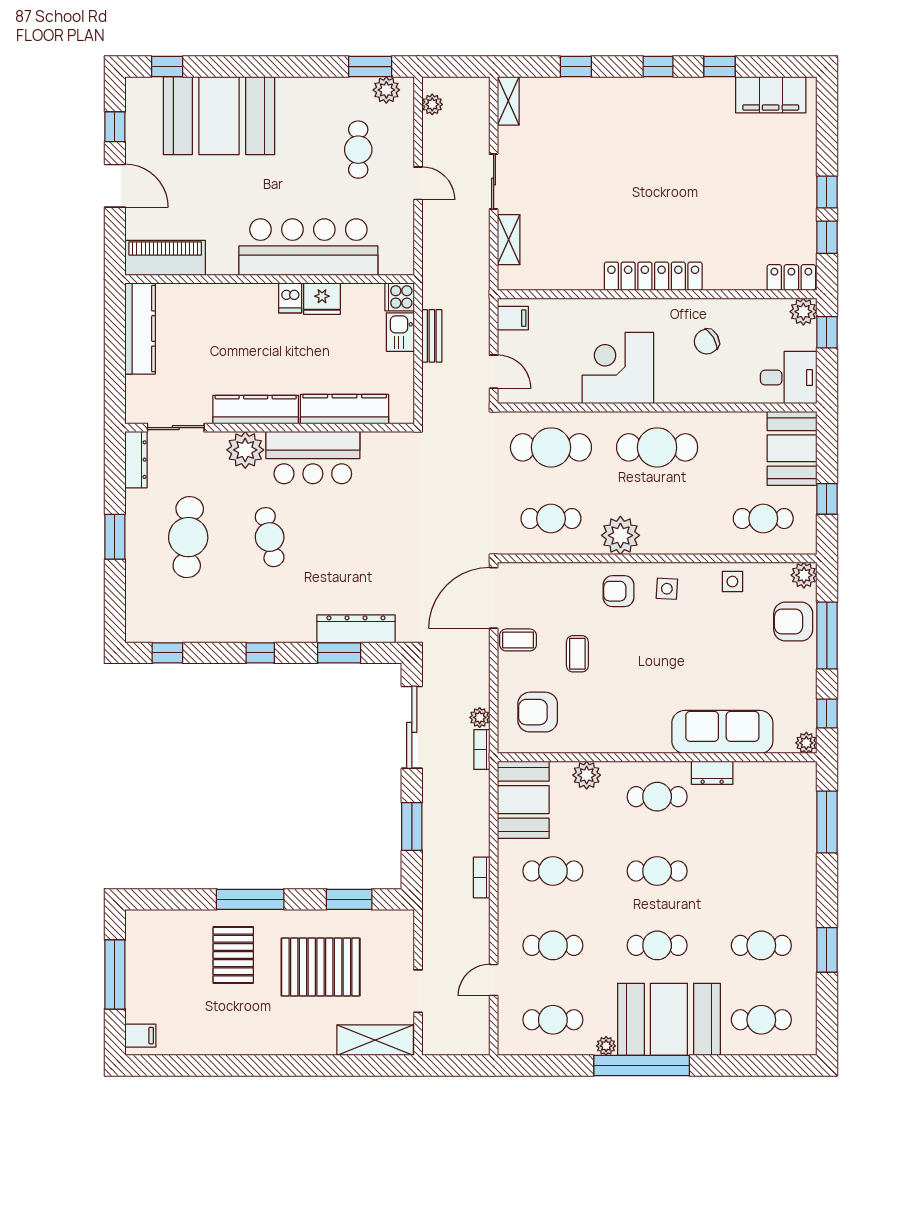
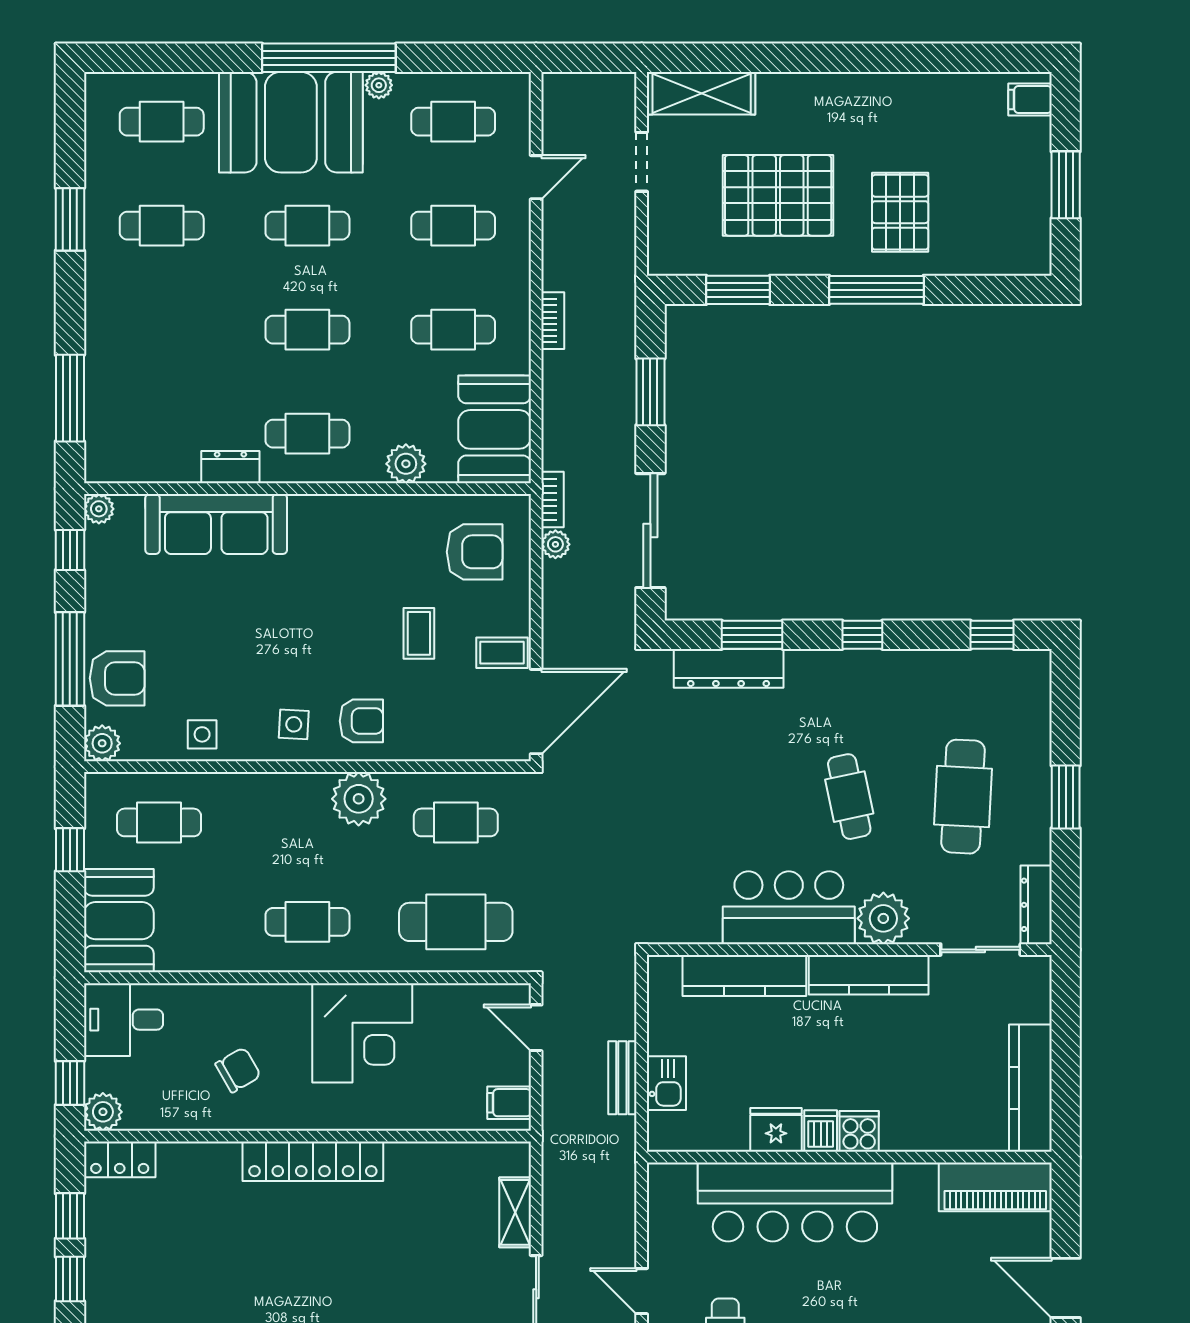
cooker: (400, 297) -> (859, 1131), moved, turned -90
cafe table: (657, 447) -> (307, 922), width x0.73, depth x0.74
window: (115, 975) -> (1066, 185), width x0.69

